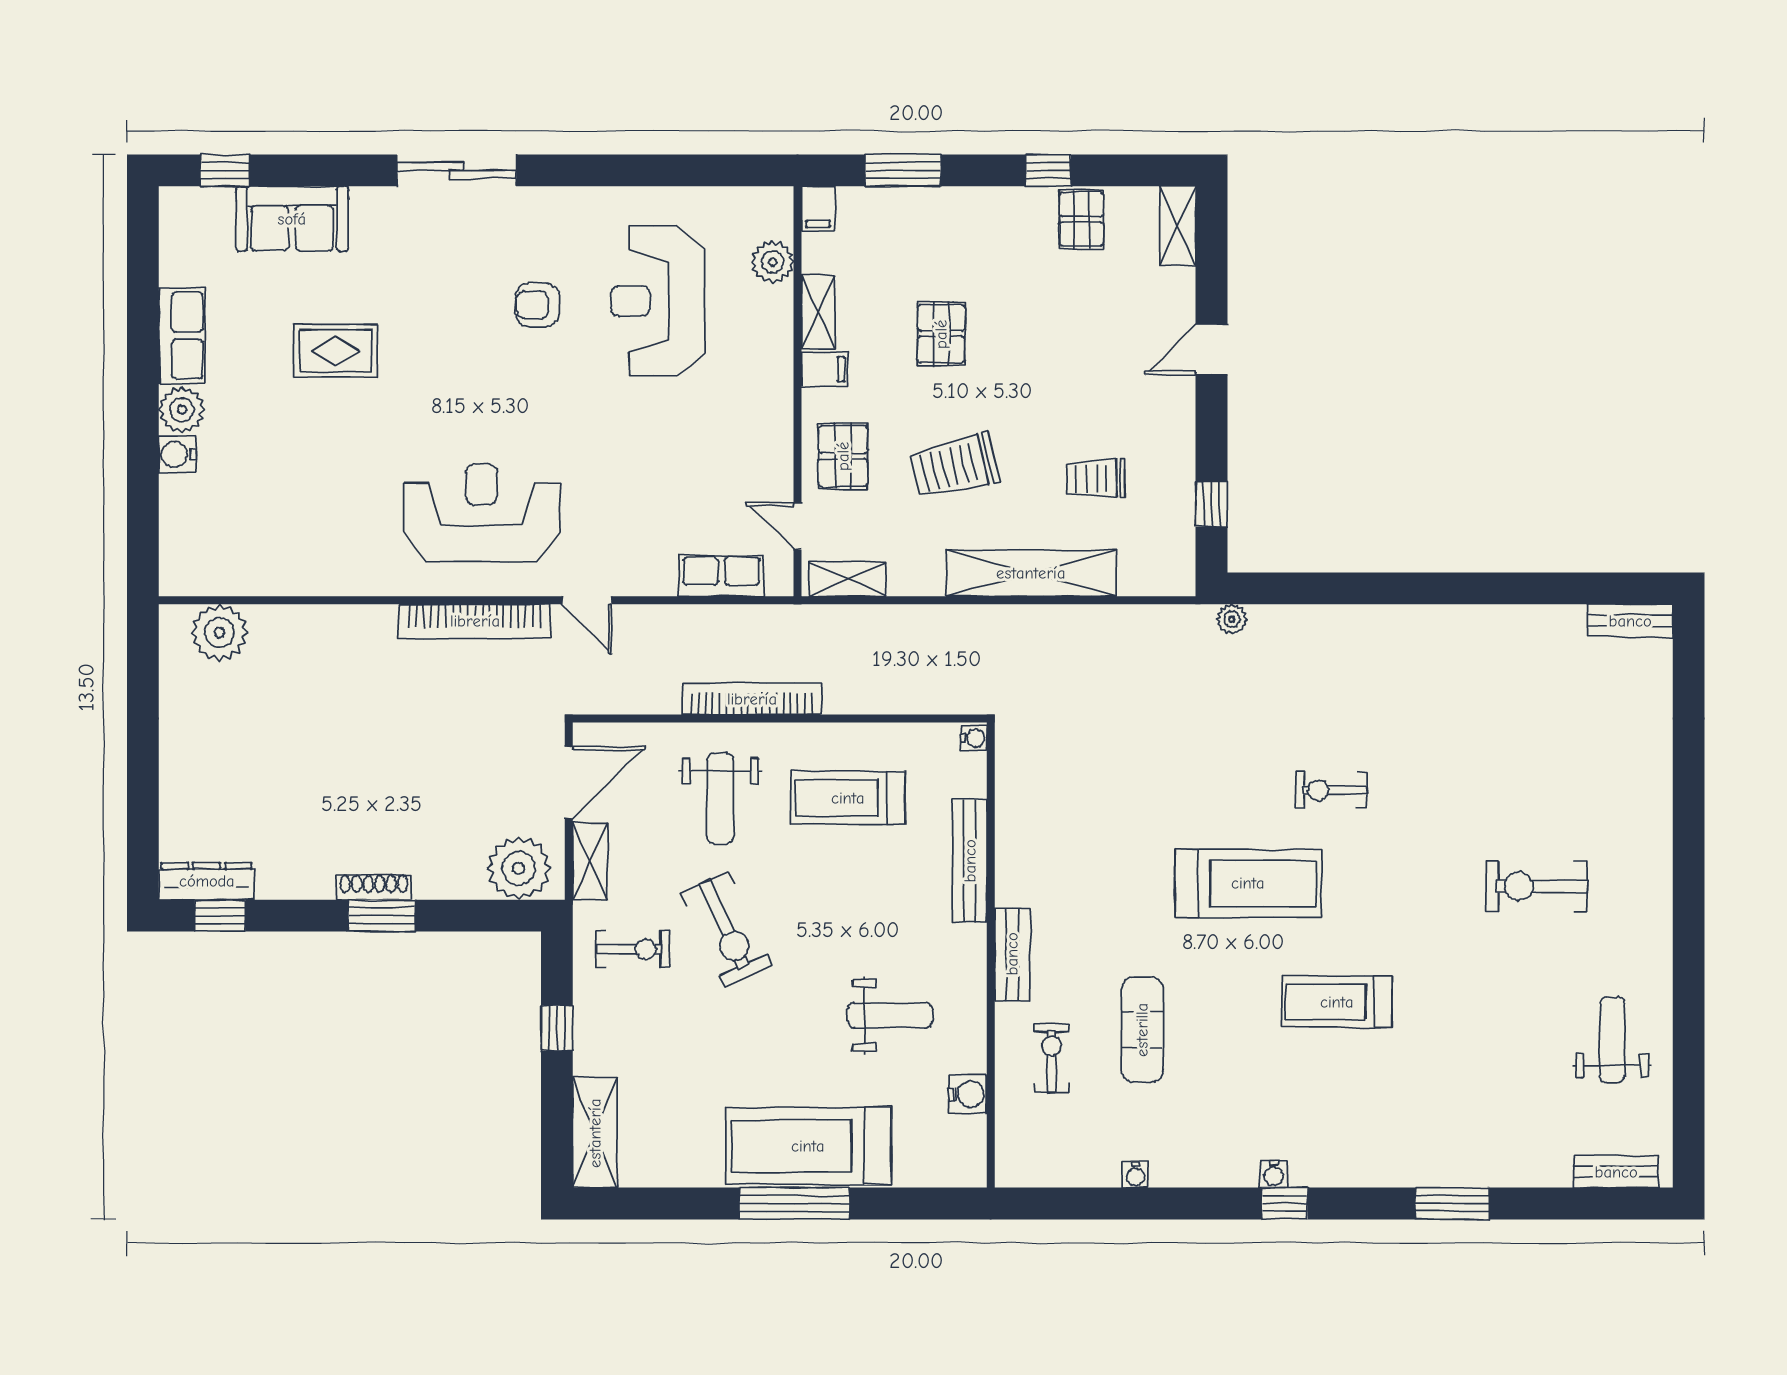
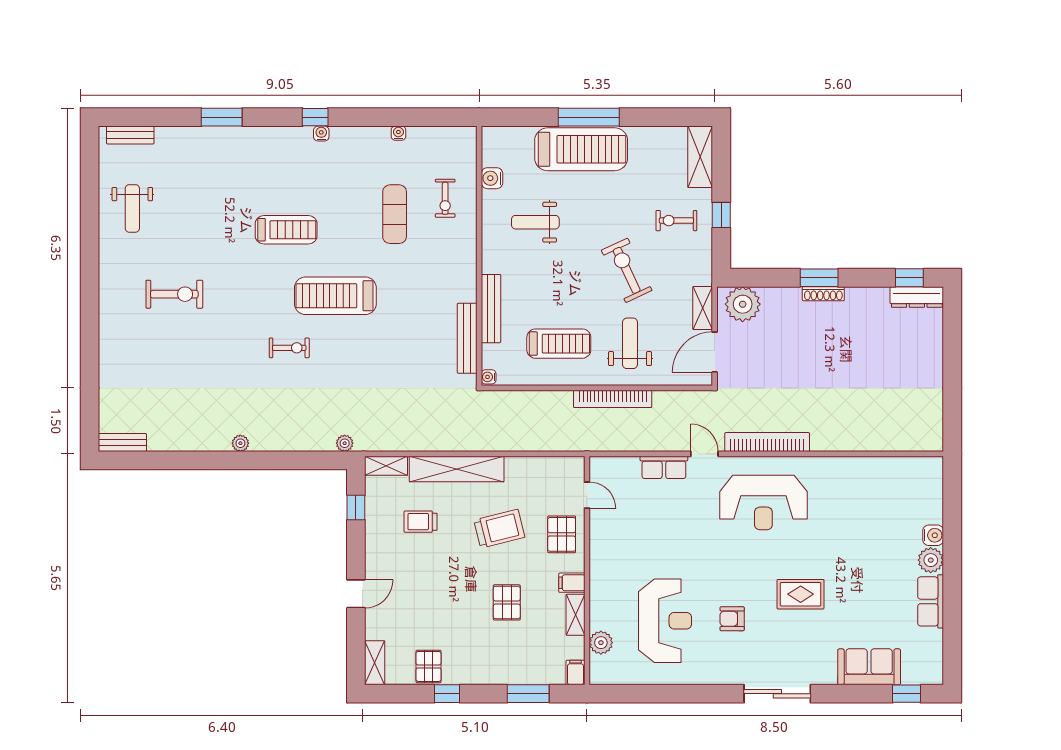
armchair: (537, 305) -> (732, 619), turned 180
rug: (336, 351) -> (801, 594), moved
trolley: (1096, 479) -> (420, 522), turned 180
row of seats: (721, 576) -> (664, 467), moved
shelving: (847, 579) -> (386, 466), moved
plant: (219, 632) -> (240, 443), moved, width x0.53, depth x0.53
exercise bike: (633, 949) -> (676, 221), moved
bench: (1012, 954) -> (467, 338), moved, width x1.36

